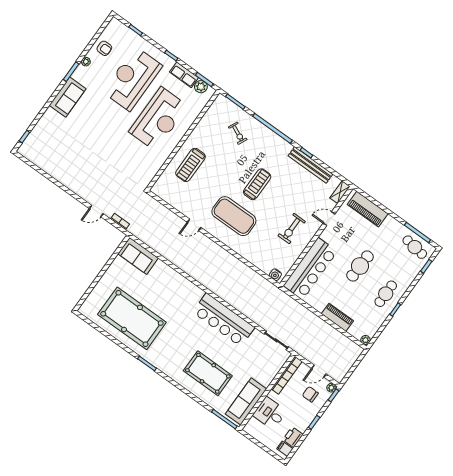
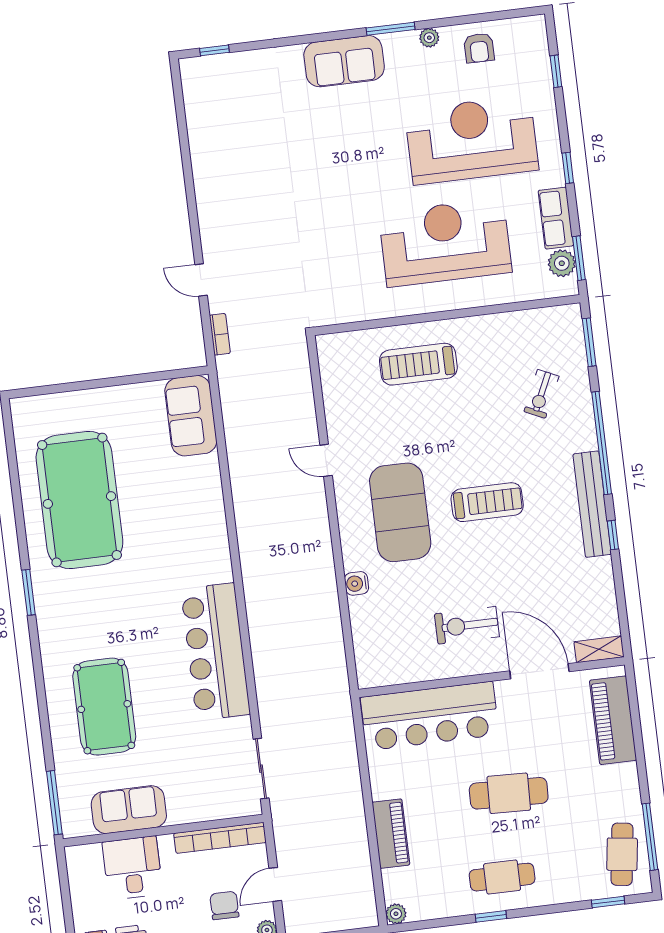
reception desk: (158, 119) -> (445, 242), turned 180
bench: (310, 165) -> (592, 504), moved
door: (329, 219) -> (539, 671), width x1.87
water cooler: (275, 275) -> (356, 583), moved
door: (319, 371) -> (275, 884), hinge flipped
sofa: (246, 401) -> (129, 810), width x0.73

